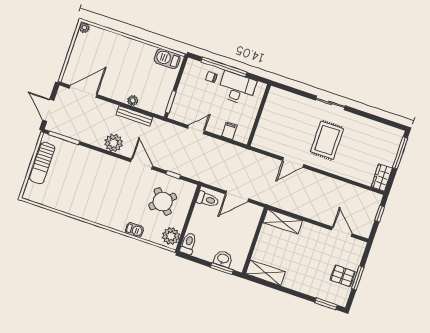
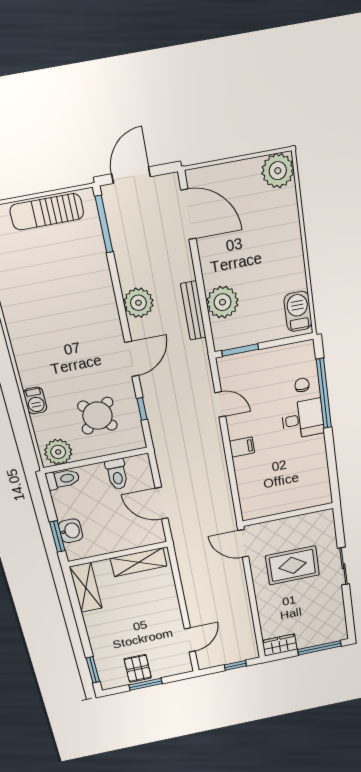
plant: (84, 28) -> (278, 171), width x1.88, depth x1.88
desk: (237, 88) -> (303, 419), width x0.73
plant: (133, 101) -> (222, 302), width x1.87, depth x1.87
sliding door: (330, 103) -> (344, 566), moved
wall: (259, 115) -> (288, 515), moved
toilet: (208, 199) -> (117, 474), moved
shelving: (283, 222) -> (139, 562), moved, turned 90

